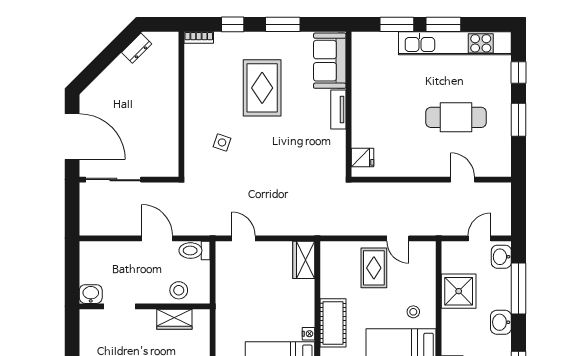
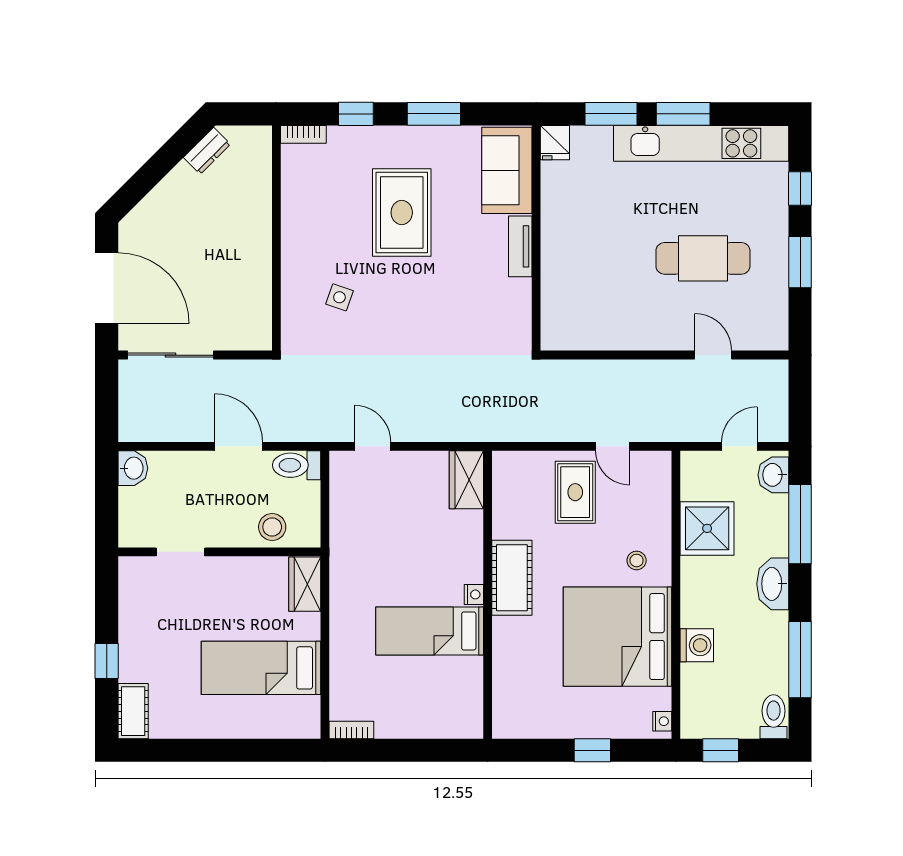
fridge: (362, 158) -> (555, 143), moved, turned 90
washbasin: (91, 294) -> (133, 468), moved, turned 90
wardrobe: (174, 319) -> (305, 584), moved, turned 90
washbasin: (501, 322) -> (773, 584), width x1.38

